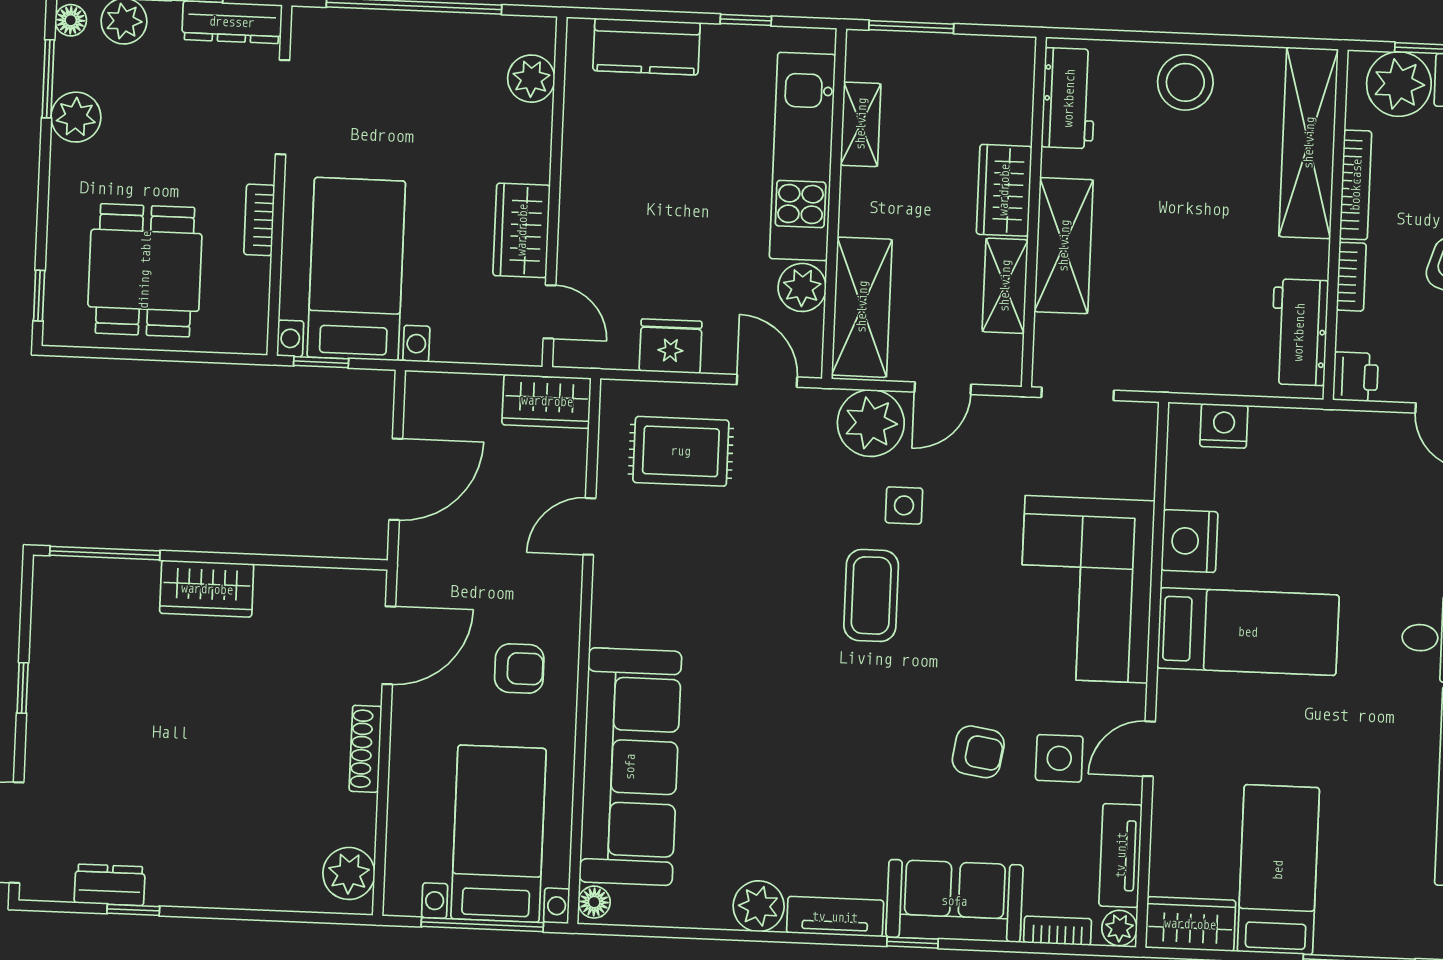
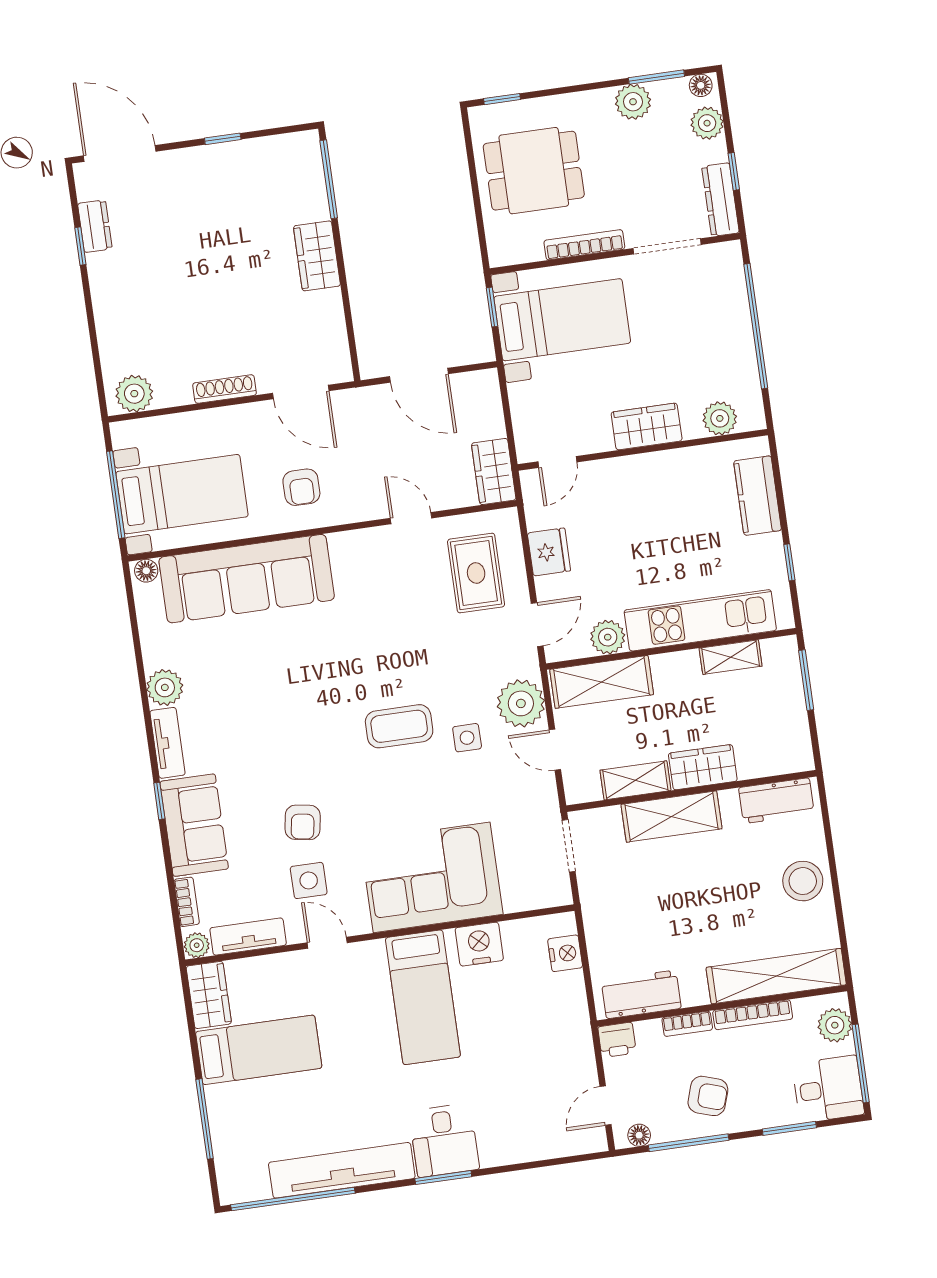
plant: (1399, 84) -> (835, 1025), width x0.73, depth x0.73
bookcase: (259, 220) -> (584, 245), width x1.56
wardrobe: (522, 230) -> (647, 426), moved

